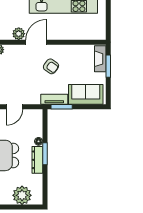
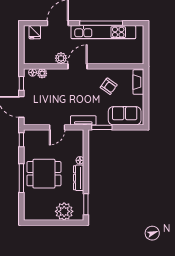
armchair: (51, 66) -> (109, 86), moved
window: (108, 66) -> (146, 89), removed
tv unit: (54, 99) -> (83, 120), moved
window: (45, 154) -> (86, 204), moved

